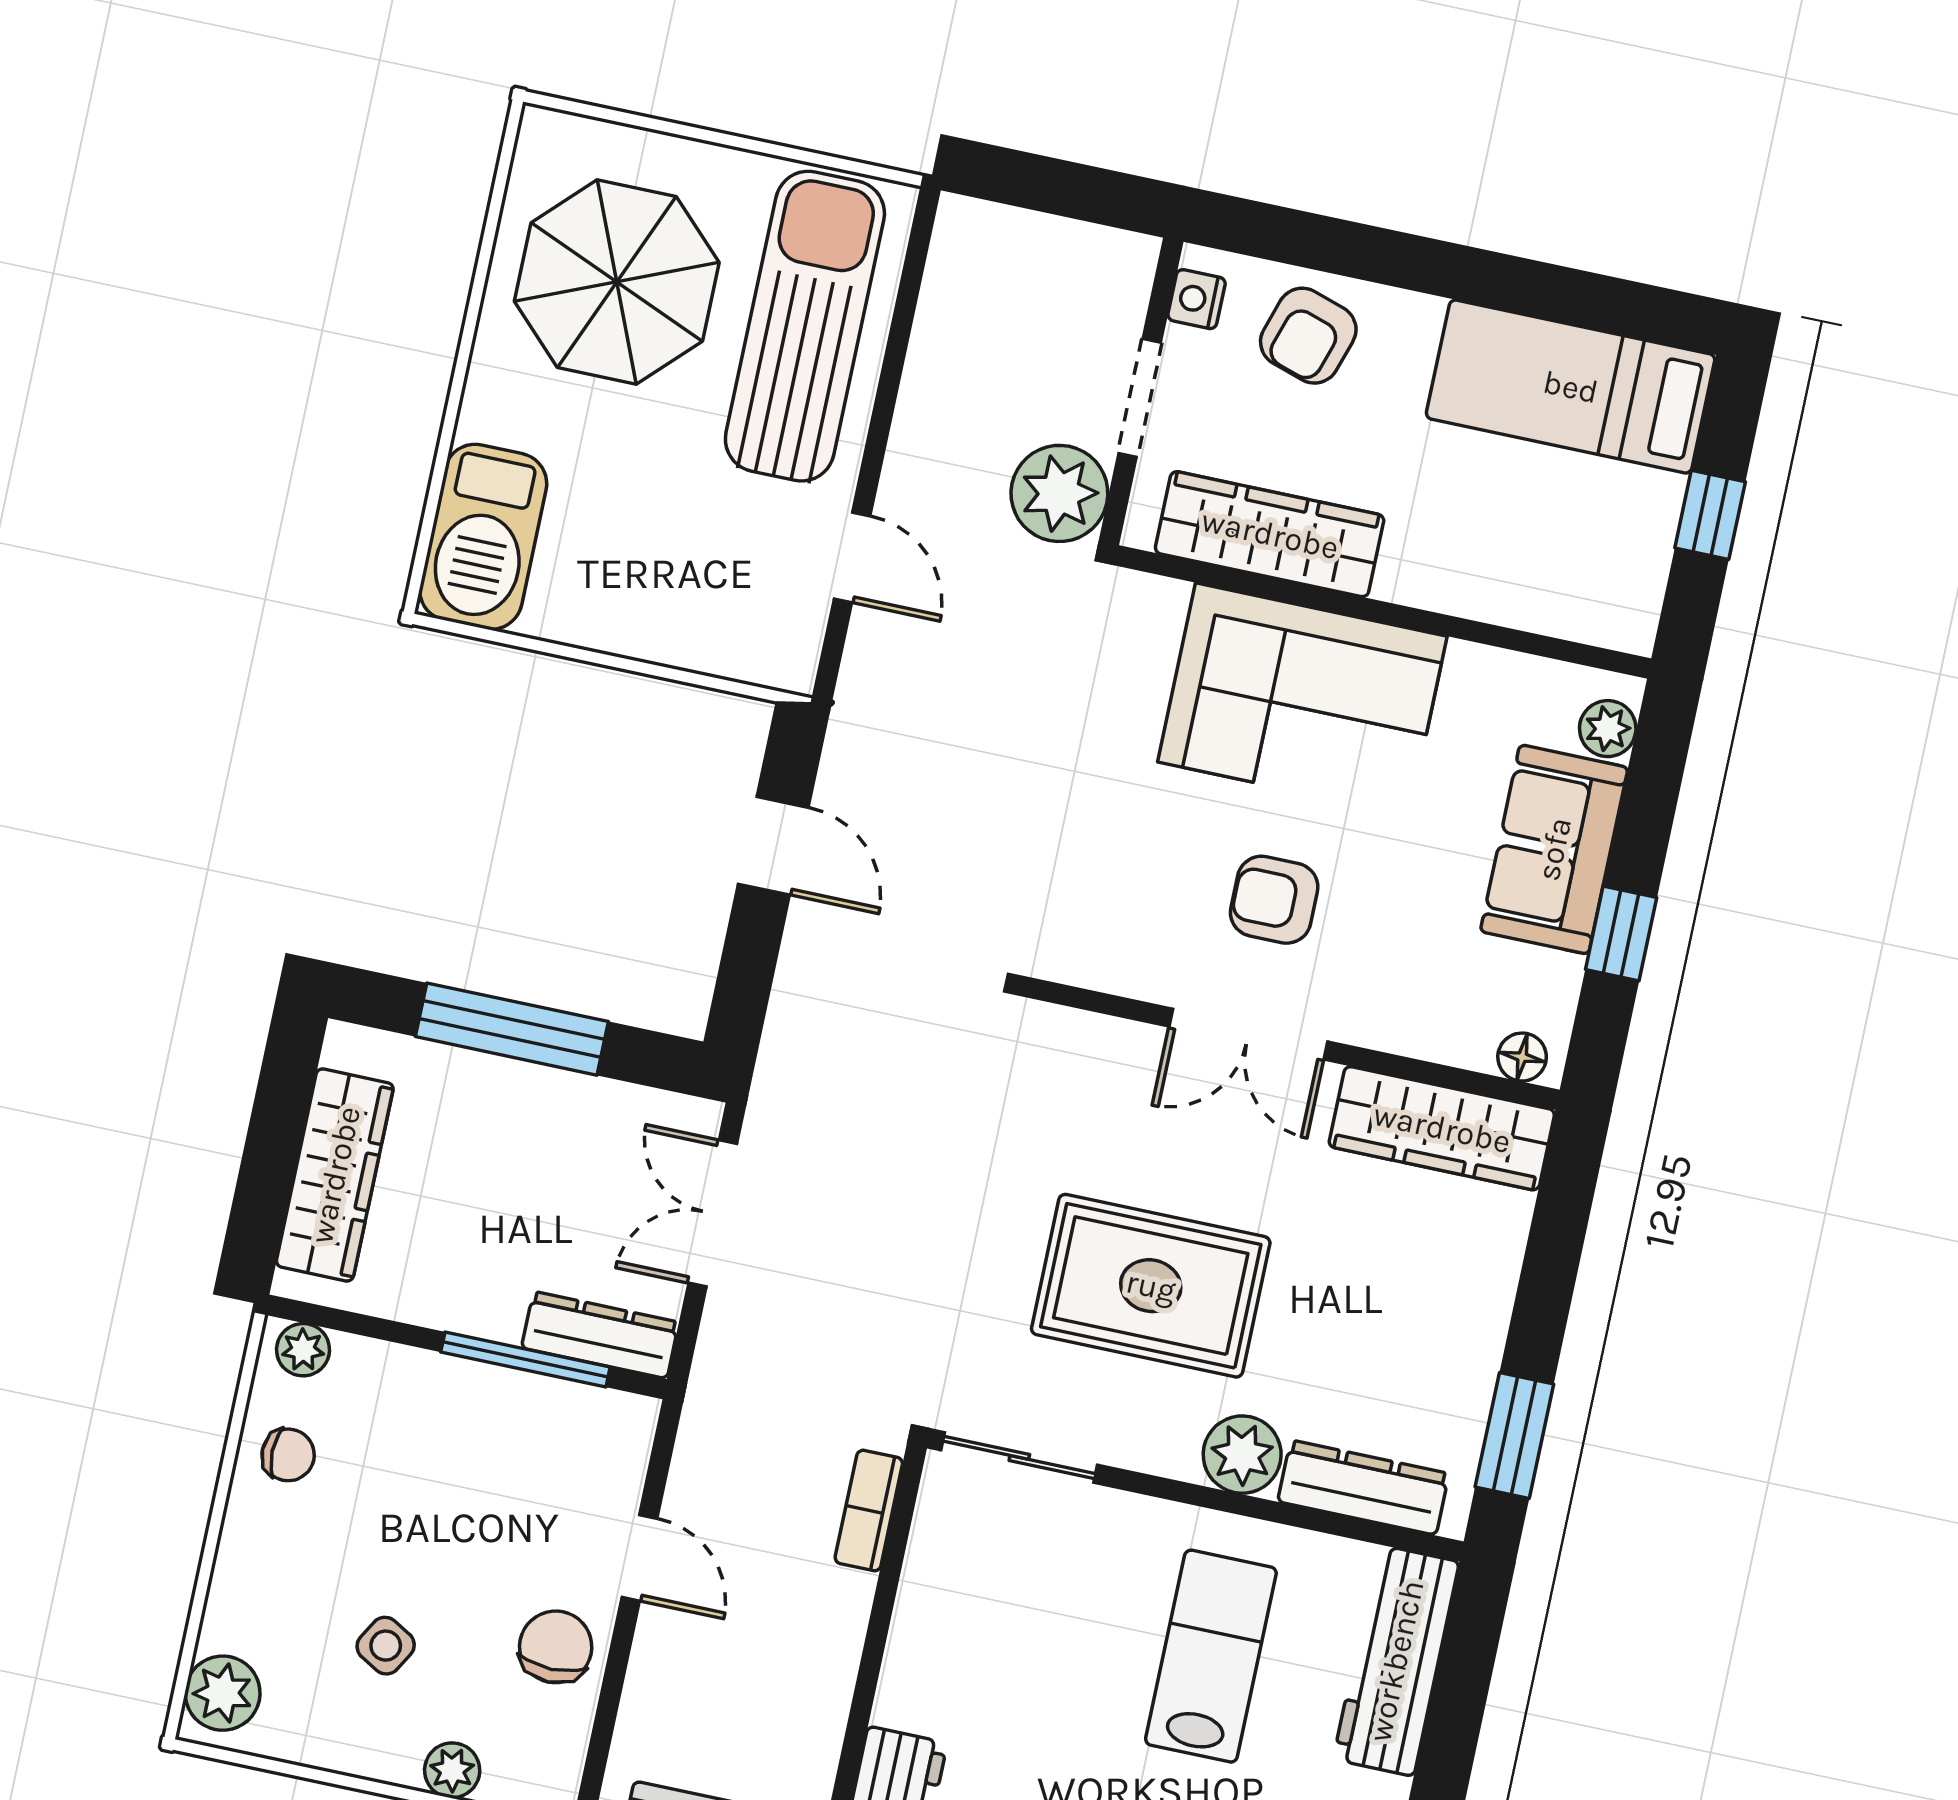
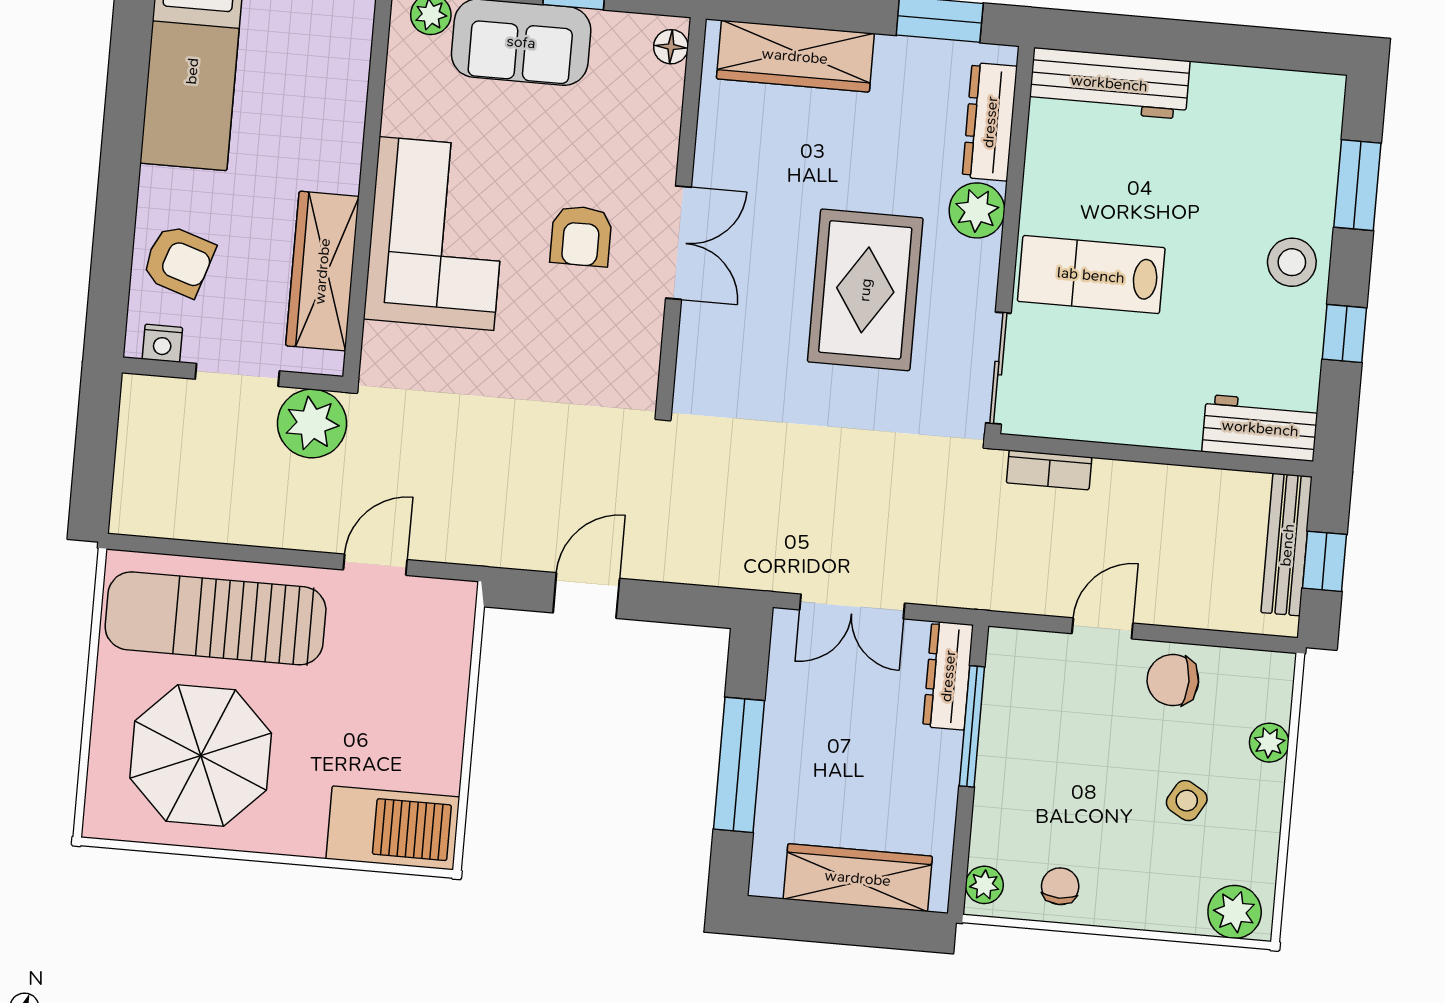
wardrobe: (1442, 1128) -> (795, 56), moved, turned 90
lab bench: (1211, 1656) -> (1091, 275), moved

